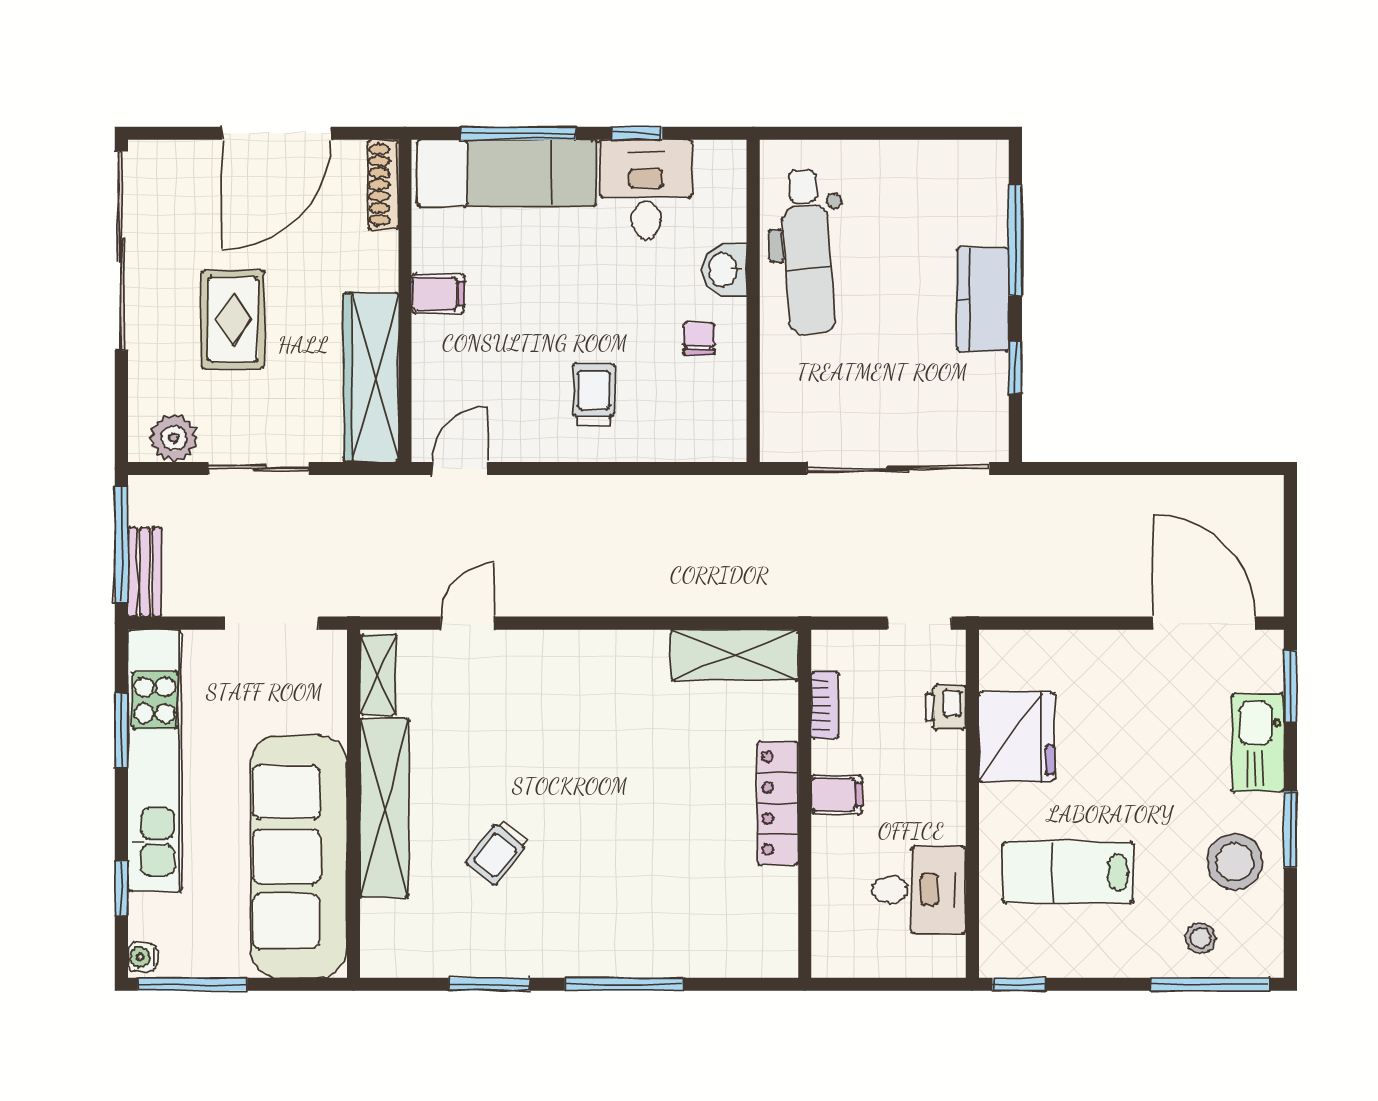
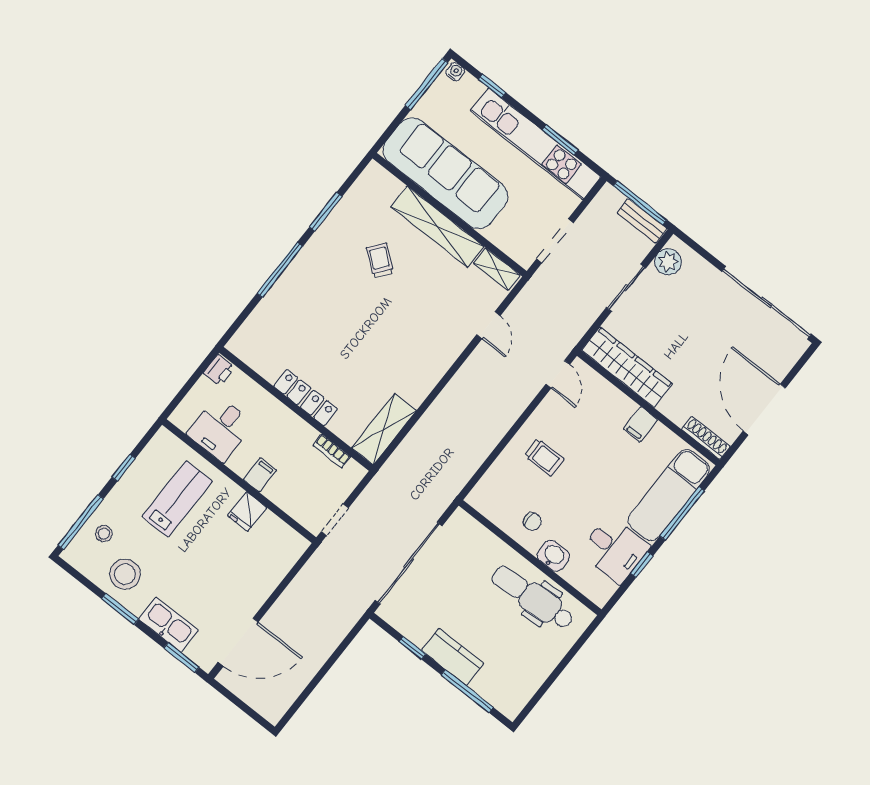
rug: (233, 319) -> (699, 327), removed
bench: (145, 572) -> (642, 221), moved
printer: (946, 707) -> (219, 370), moved, turned 90
fridge: (1017, 737) -> (247, 512), width x0.53, depth x0.75
filing cabinet: (837, 794) -> (260, 475), moved, turned 180
window: (1019, 984) -> (124, 468), moved

